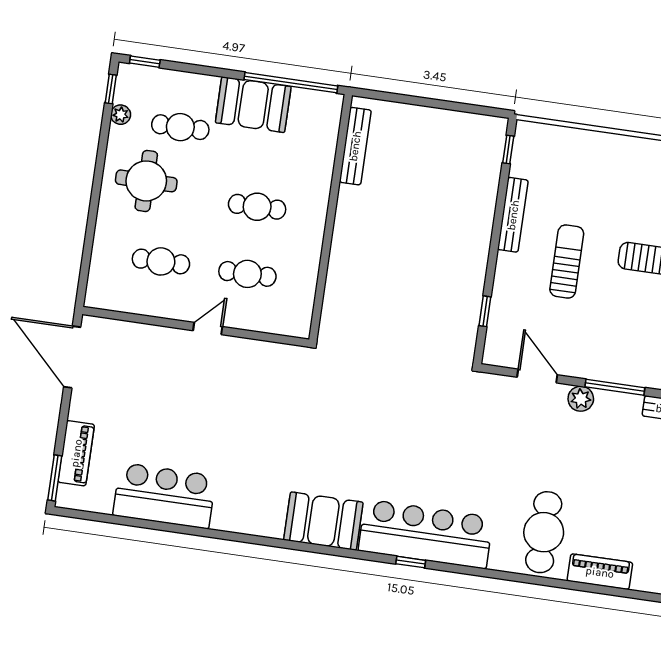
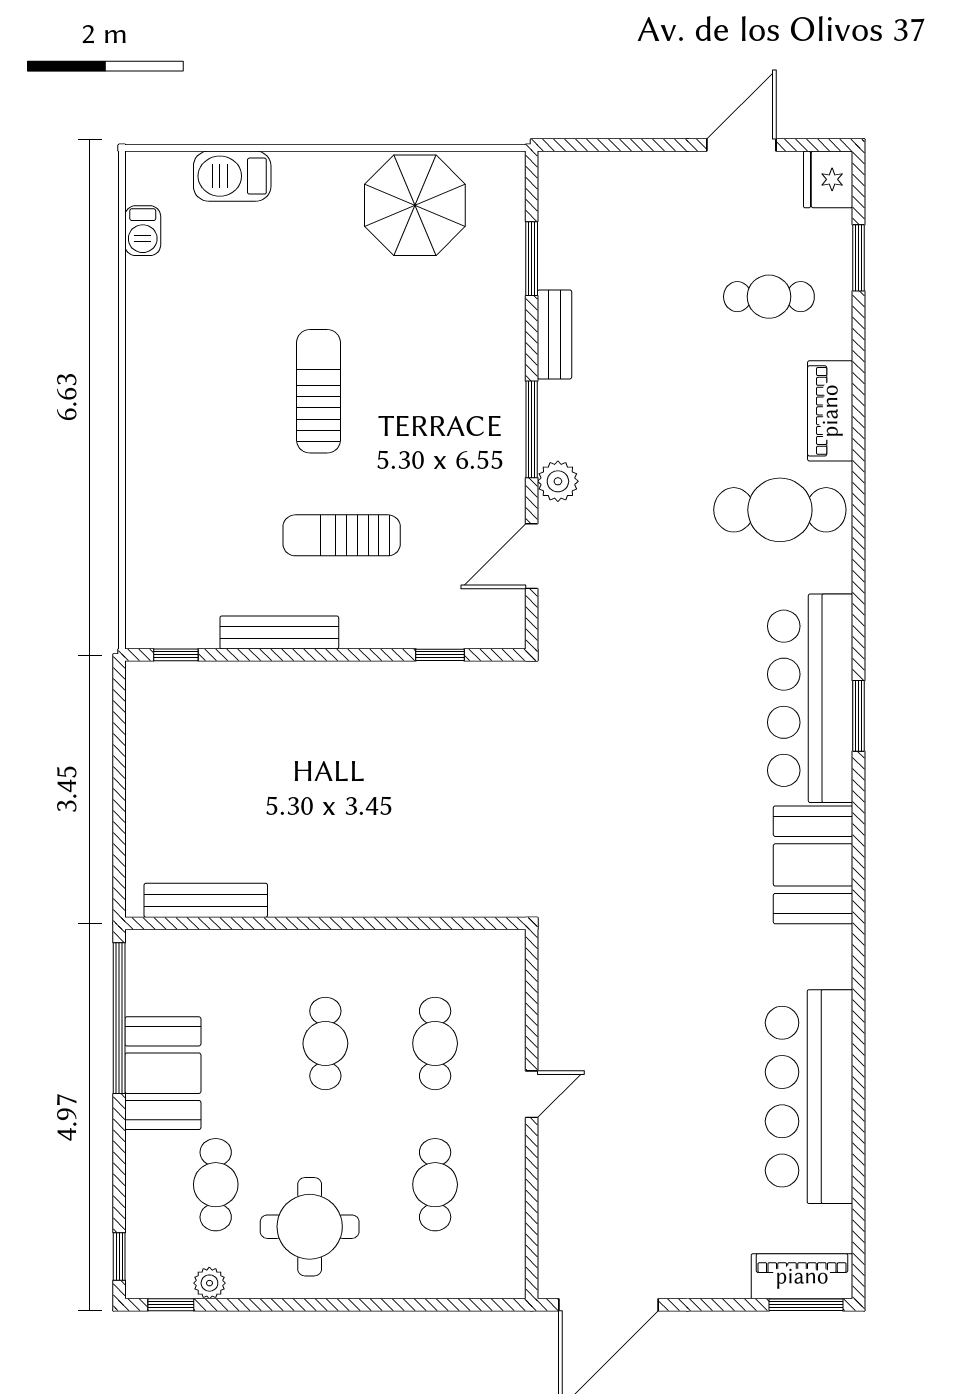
door: (208, 329) -> (532, 1094), swing flipped
piano: (76, 453) -> (802, 1276), moved
bar counter: (164, 496) -> (809, 1097), width x1.36
window: (411, 562) -> (859, 716), width x1.50

